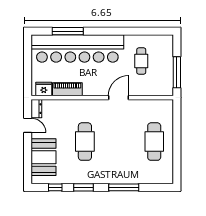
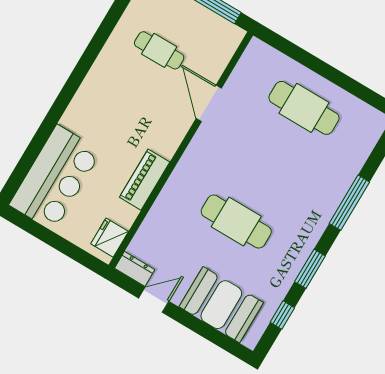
window: (68, 31) -> (38, 142), removed
bar counter: (77, 48) -> (55, 178), width x0.54
piano: (67, 89) -> (145, 180), moved
door: (118, 98) -> (209, 103), moved

